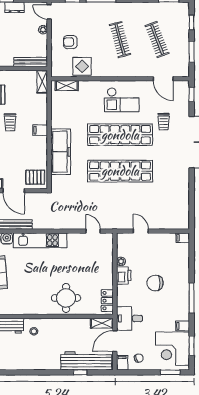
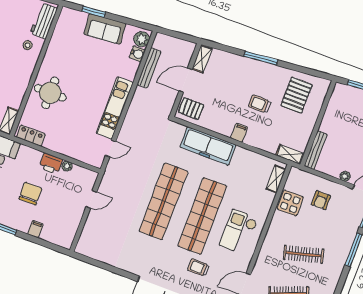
armchair: (70, 42) -> (321, 200), turned 180
pallet: (35, 177) -> (191, 109), turned 90
filing cabinet: (183, 238) -> (35, 229), moved
kitchen unit: (40, 240) -> (115, 108), moved

